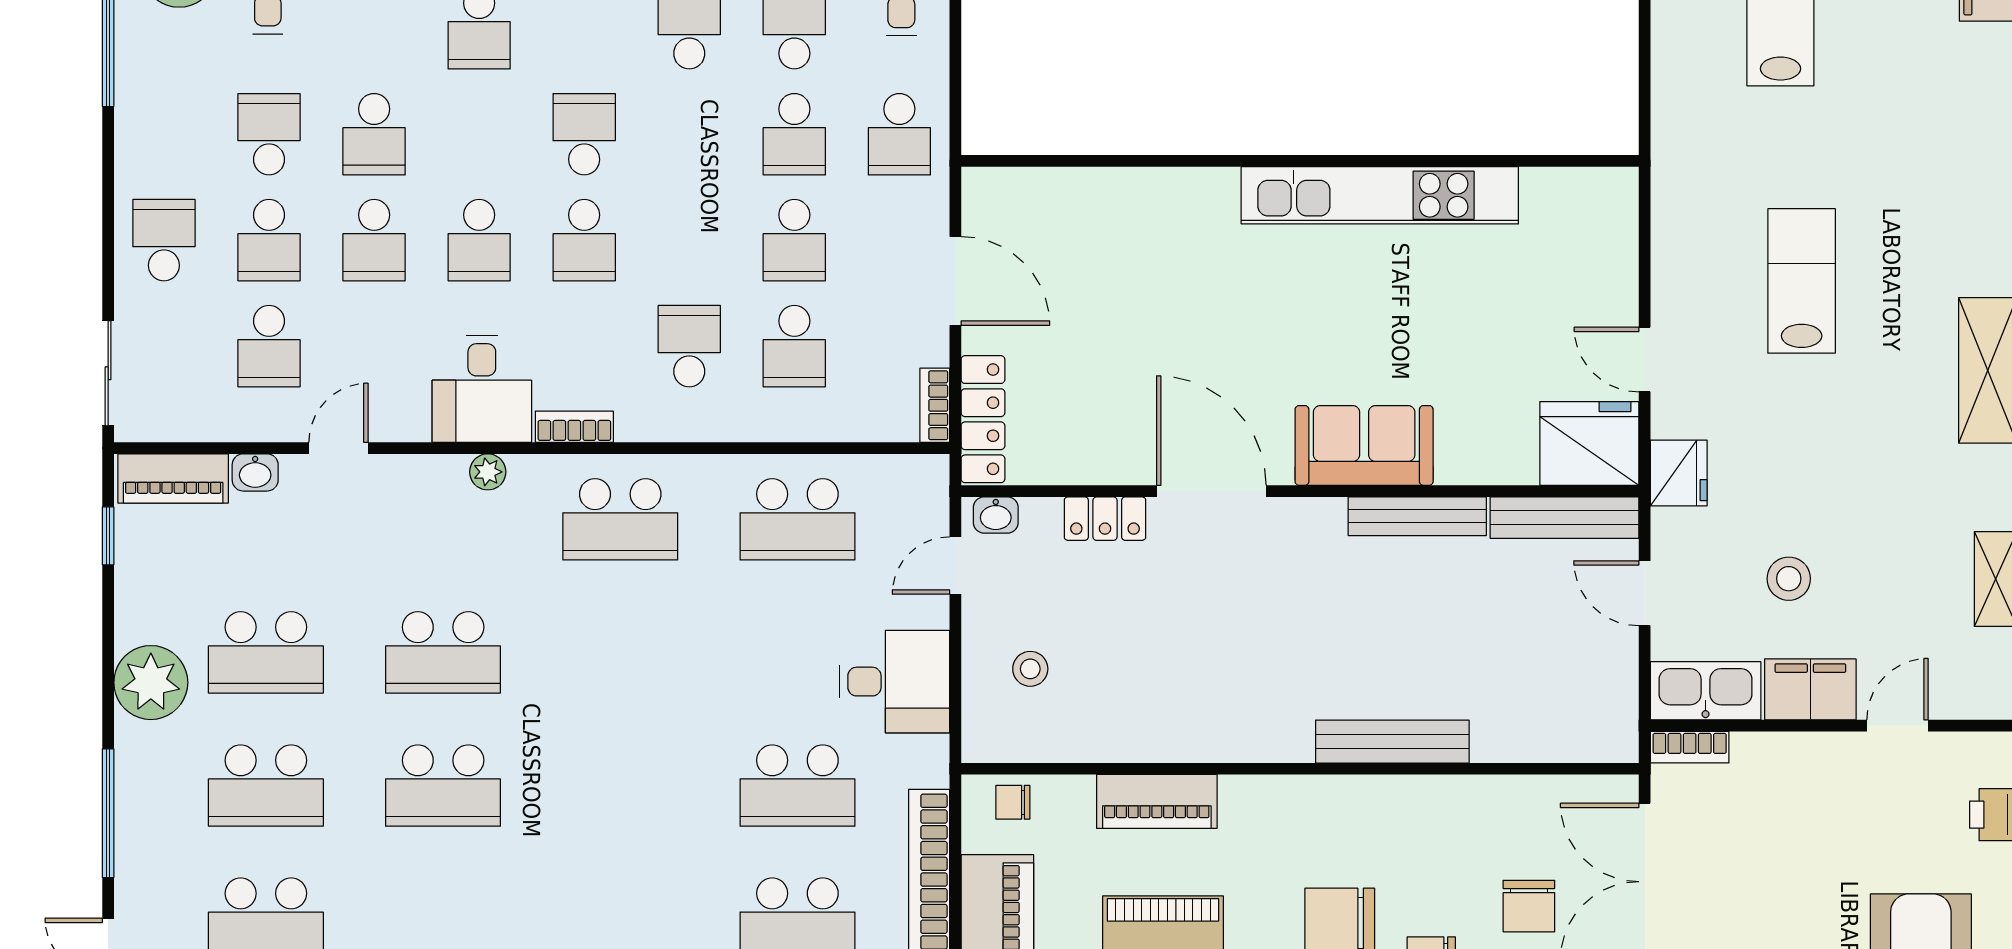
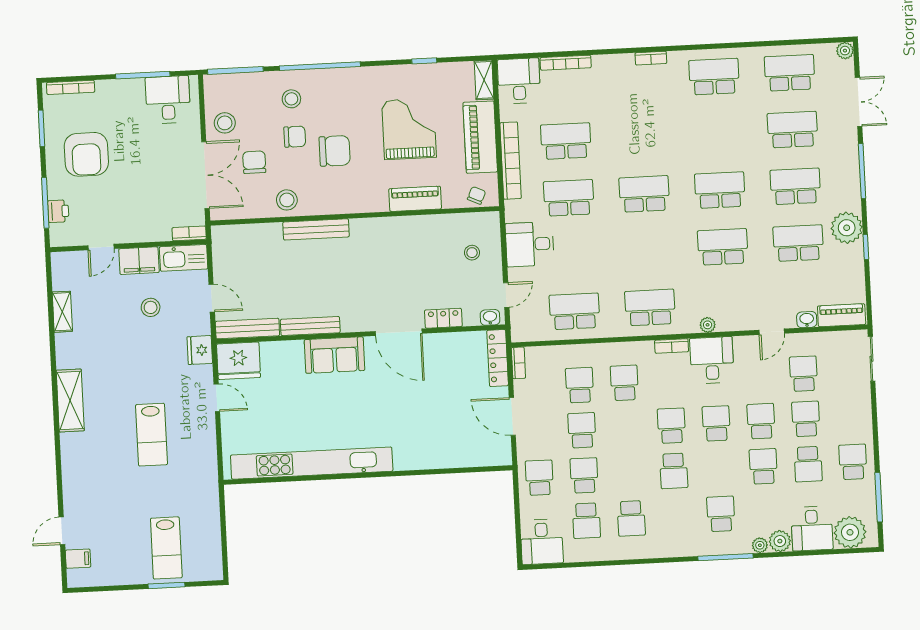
kitchen unit: (1380, 195) -> (312, 463), width x1.36
school desk: (164, 240) -> (853, 462), moved, turned 180
school desk: (689, 346) -> (624, 383), turned 180
window: (108, 536) -> (866, 247), moved
school desk: (620, 785) -> (644, 194), added
chair: (1013, 802) -> (477, 195), turned -65
stool: (1457, 814) -> (287, 200), added

